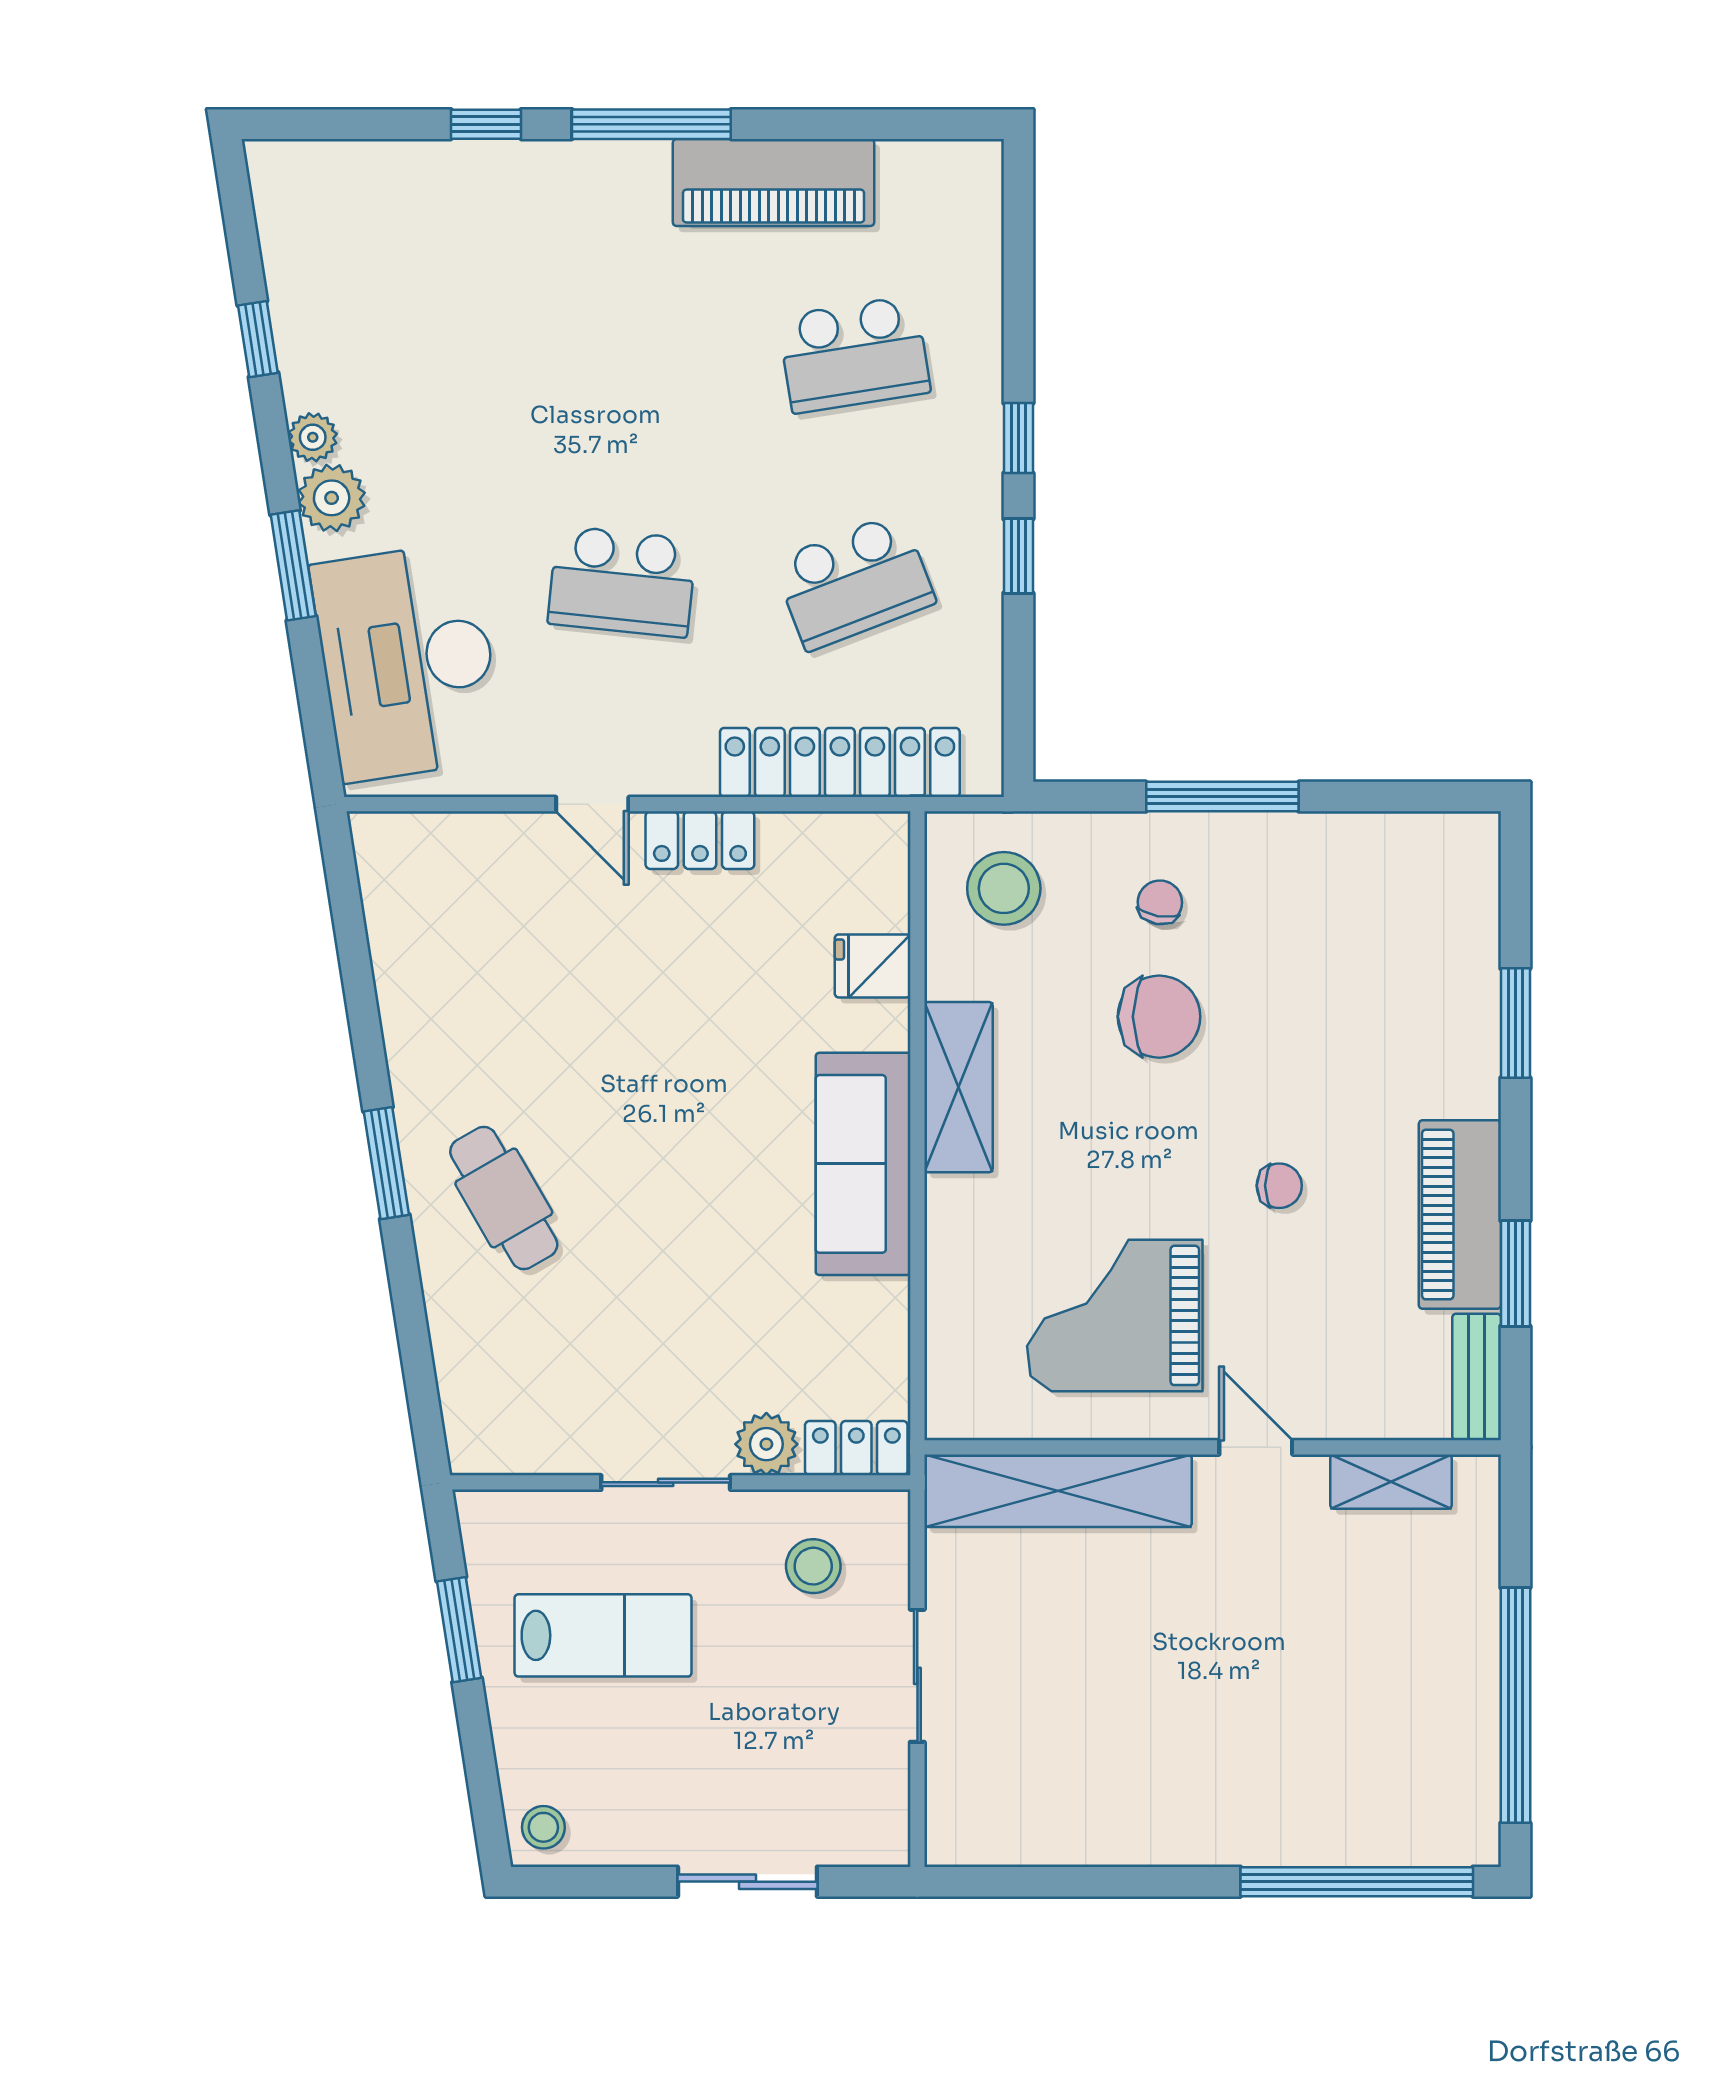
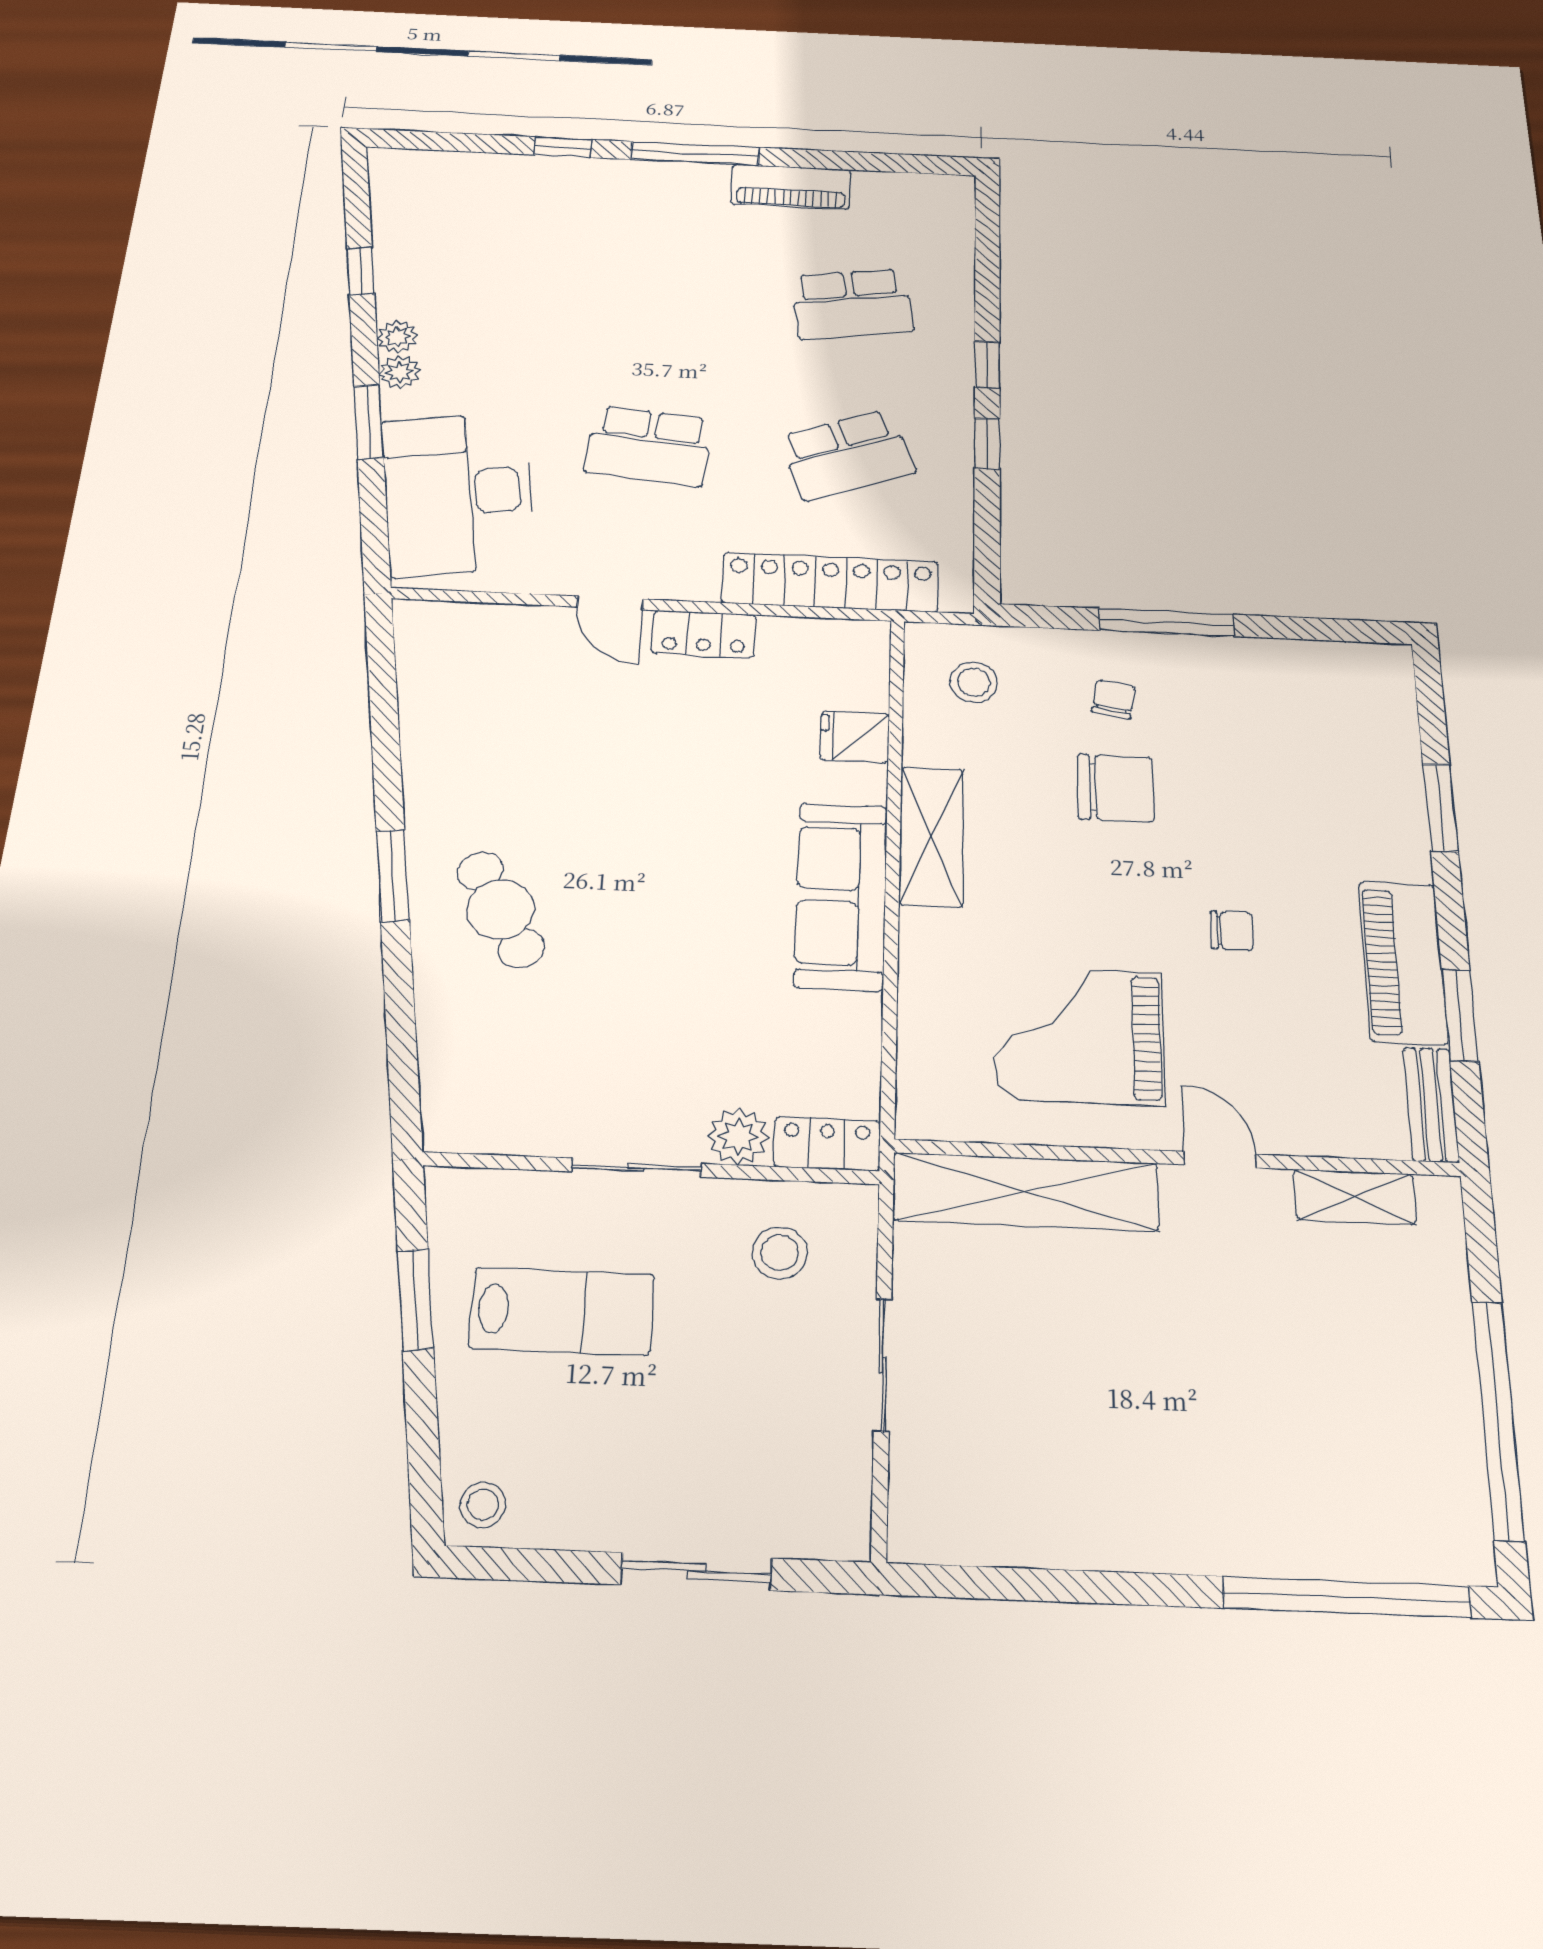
piano: (773, 182) -> (791, 187), width x0.73, depth x0.75
plant: (332, 498) -> (399, 372), width x0.73, depth x0.73
stool: (1004, 888) -> (974, 682), width x0.73, depth x0.73

